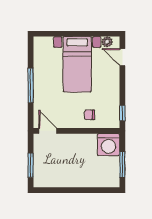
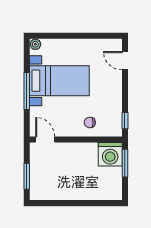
plant: (107, 42) -> (35, 44), moved
bed with nightstands: (77, 64) -> (59, 81), moved, turned -90
window: (122, 164) -> (125, 163), moved

